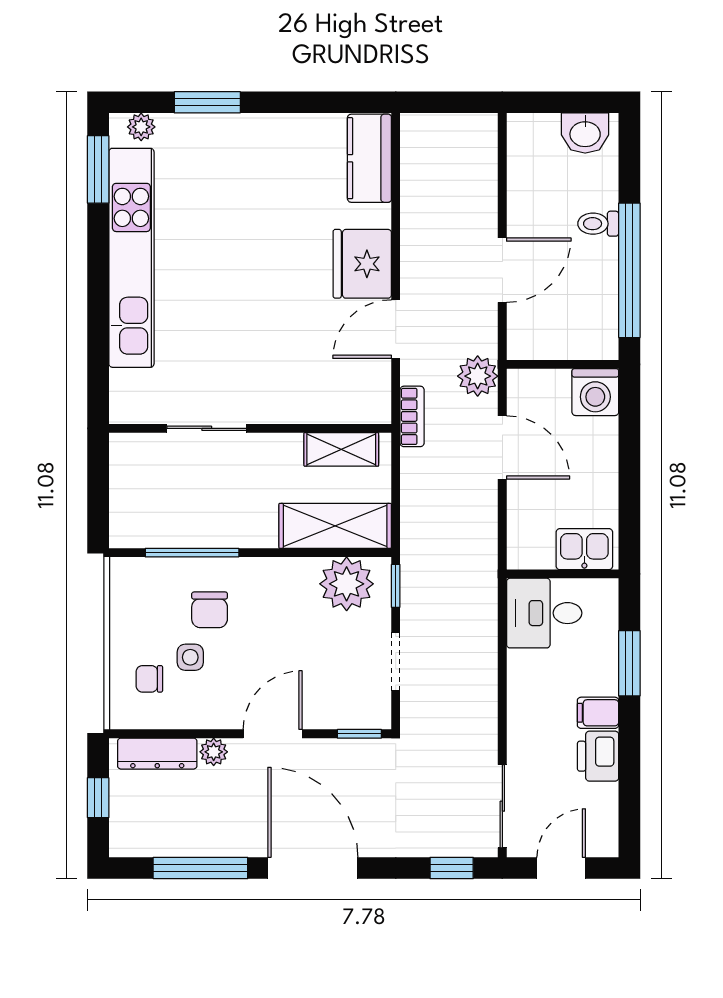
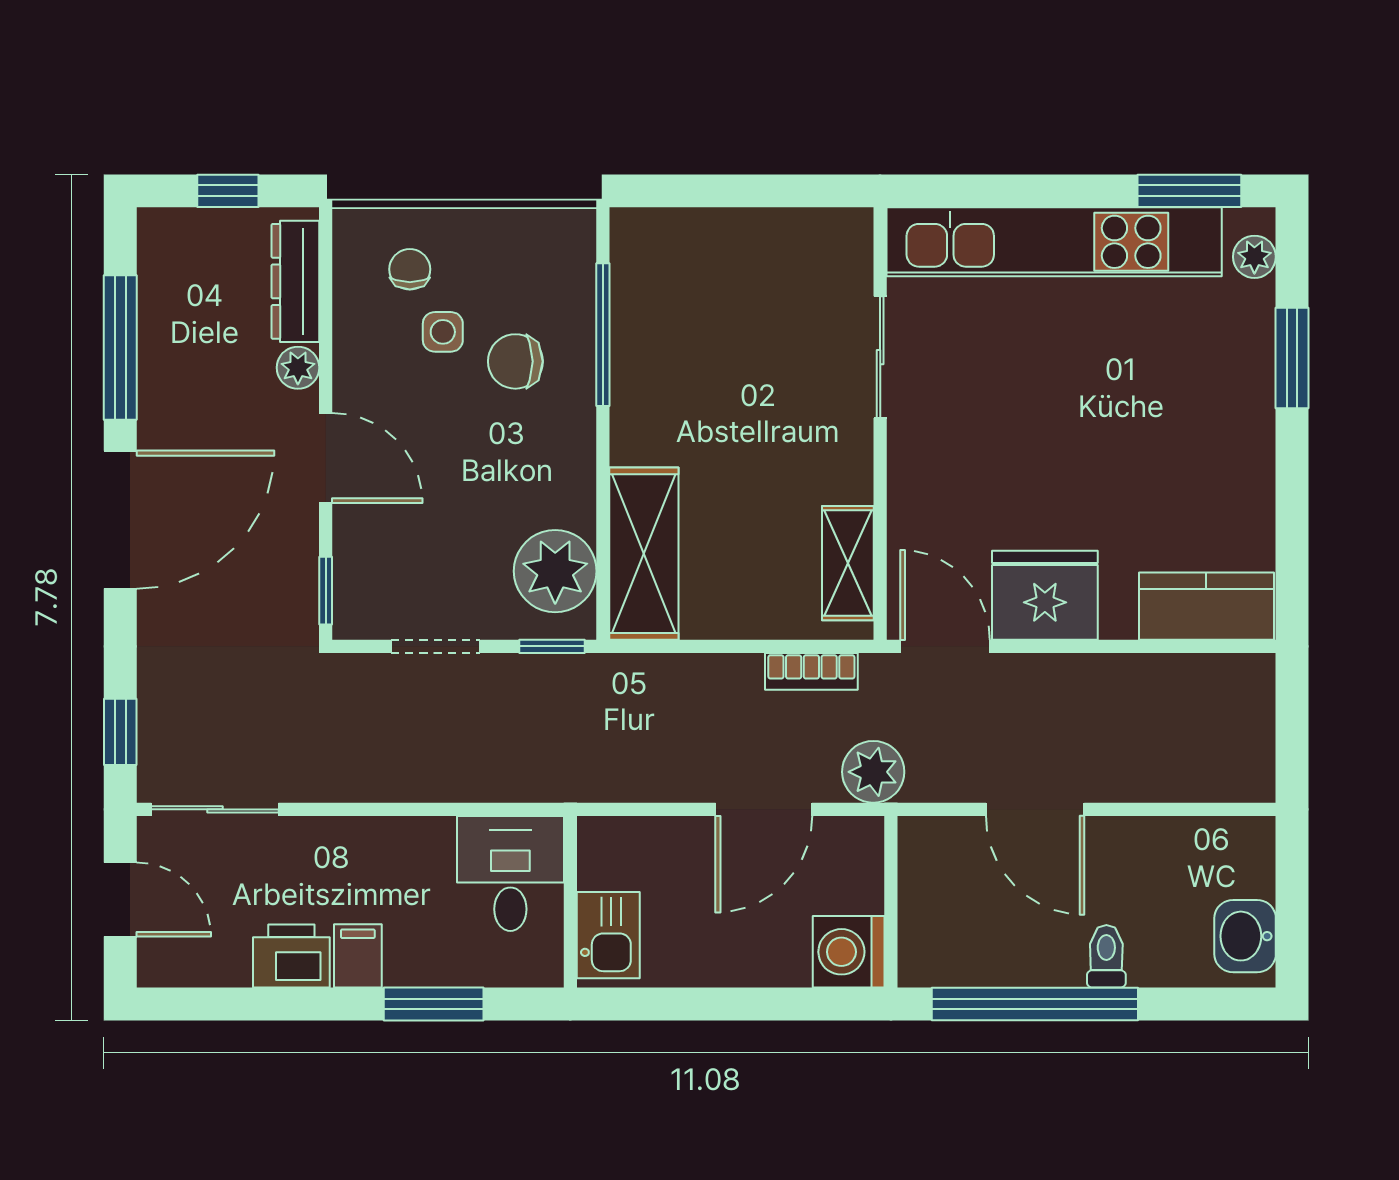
sliding door: (207, 428) -> (880, 357), moved
wall: (250, 428) -> (880, 424), moved
shelving: (341, 449) -> (848, 563), moved

